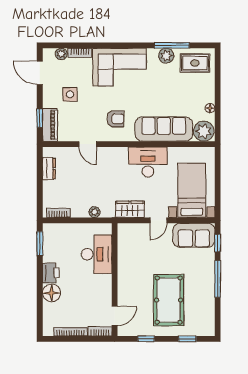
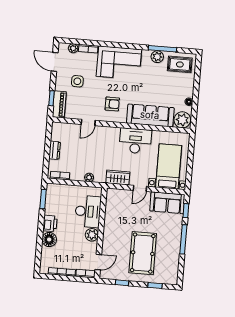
door: (88, 144) -> (88, 122), hinge flipped
dresser: (49, 168) -> (55, 150), moved
plant: (104, 283) -> (92, 235), added

